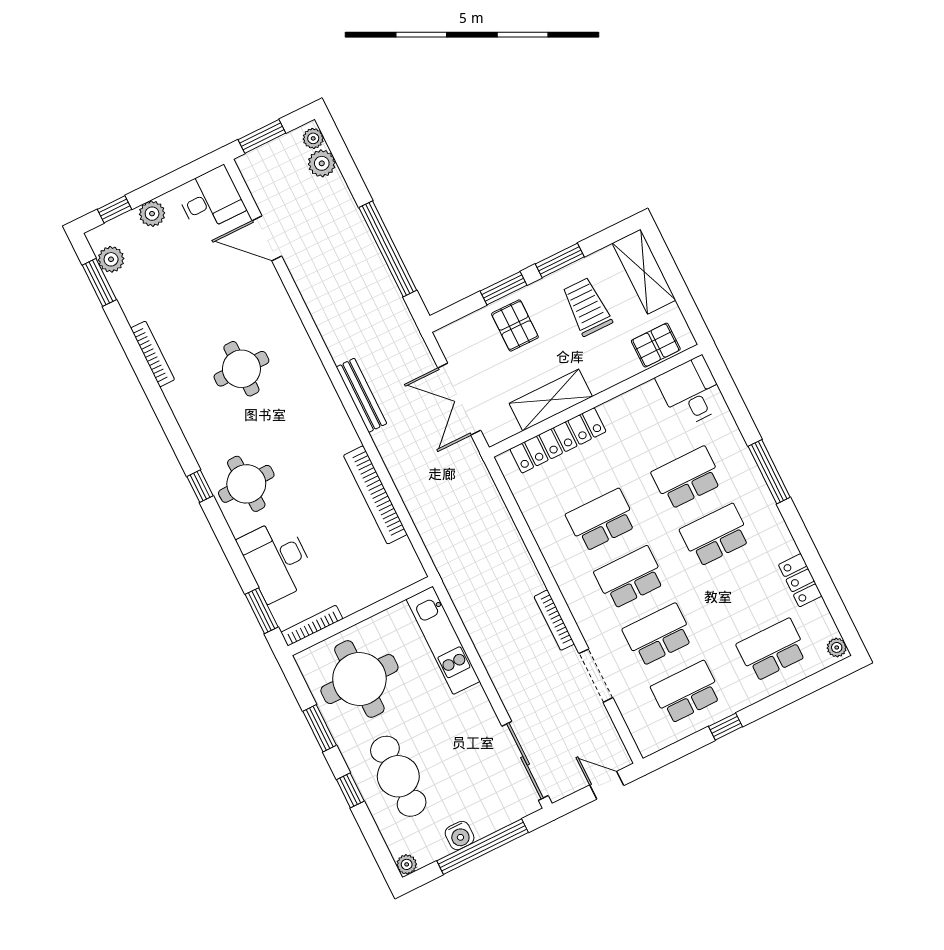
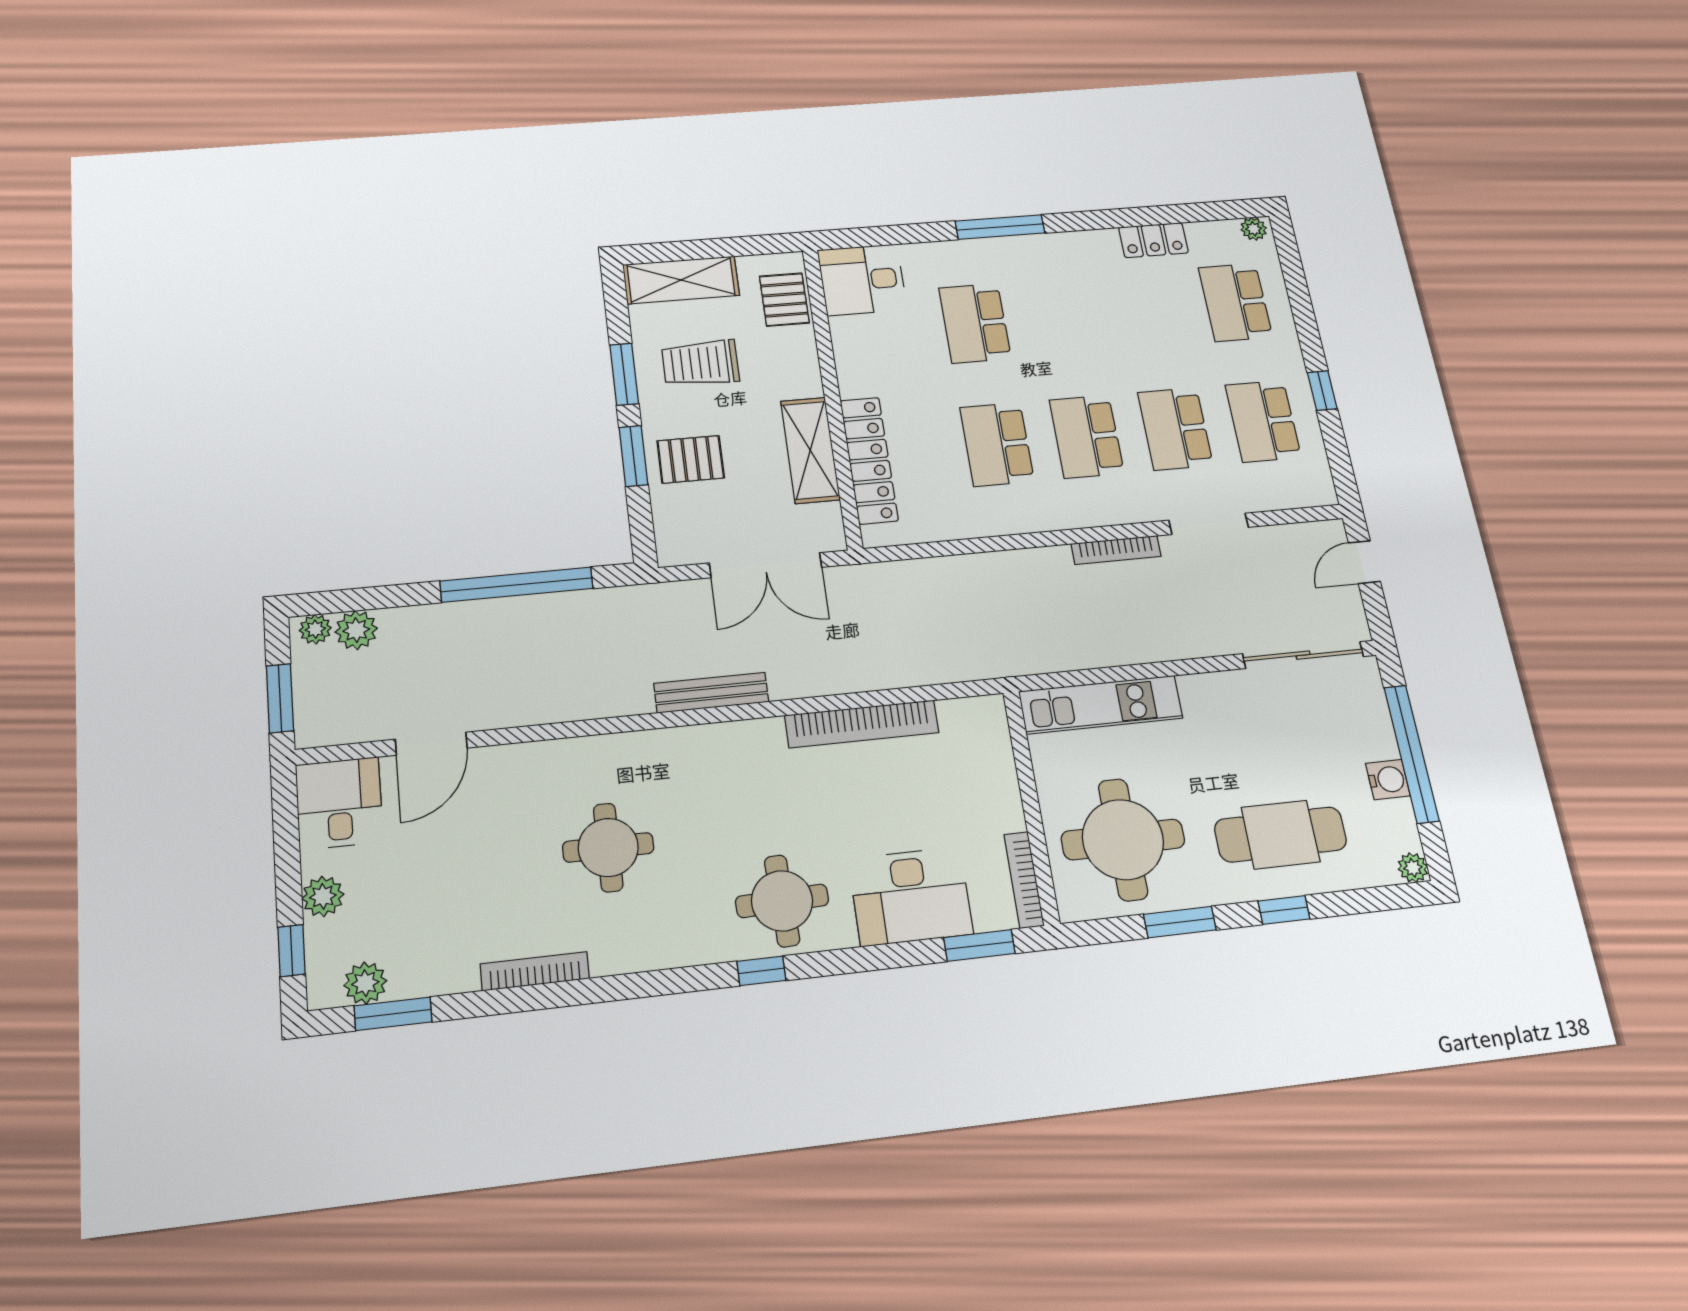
school desk: (715, 535) -> (1063, 316), removed

